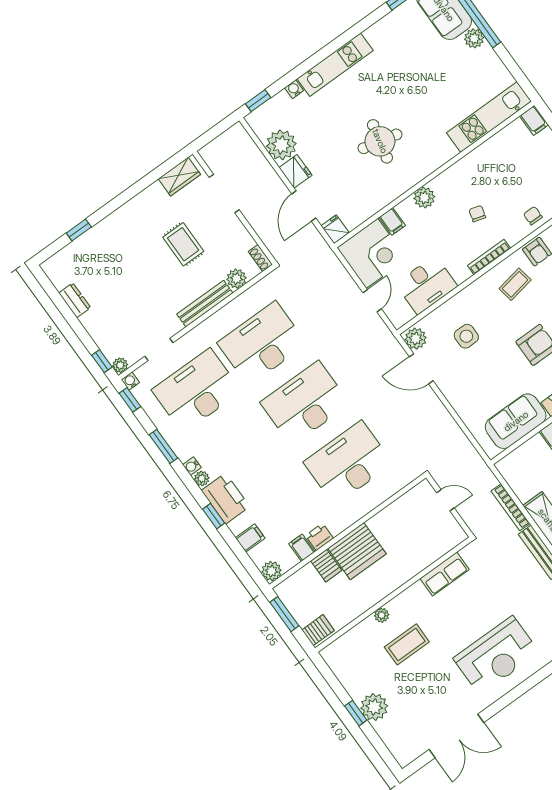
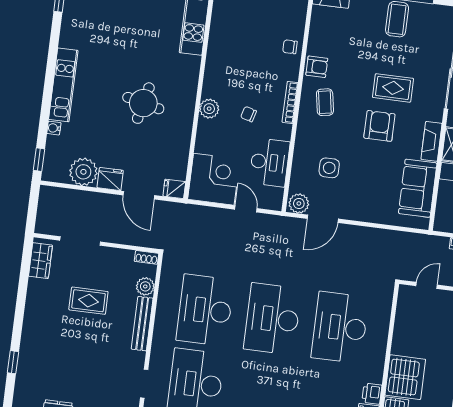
chair: (477, 214) -> (248, 114), moved
filing cabinet: (392, 221) -> (205, 145), removed

